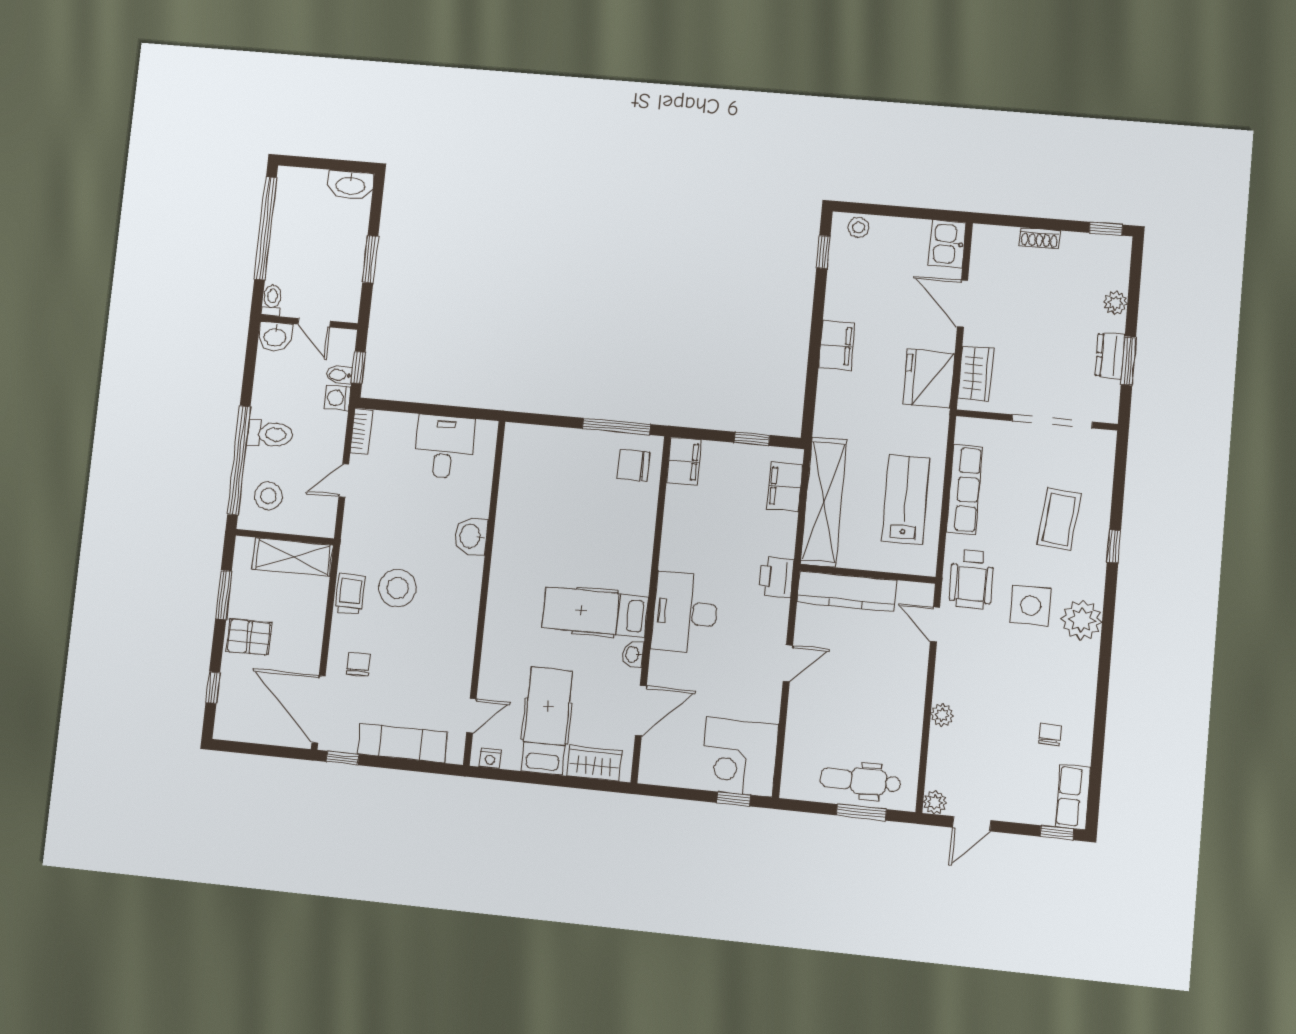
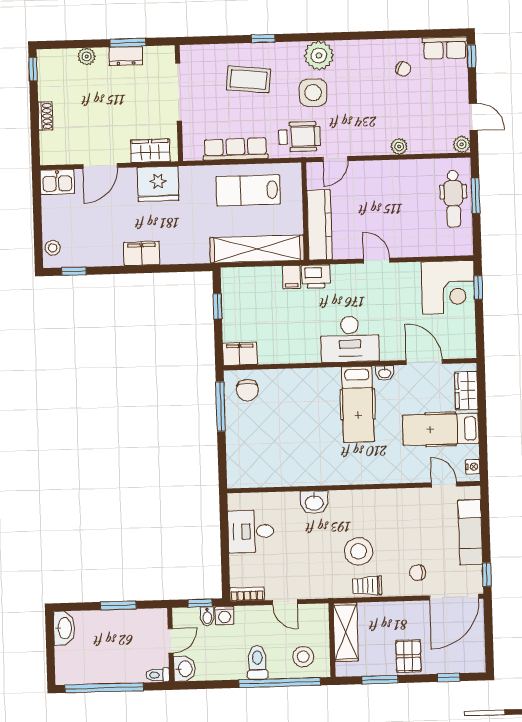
filing cabinet: (785, 487) -> (291, 277), moved, width x0.50
chair: (1050, 735) -> (403, 69), turned -153

